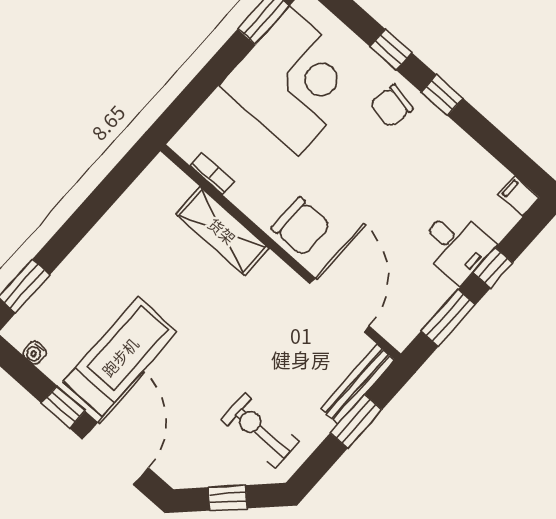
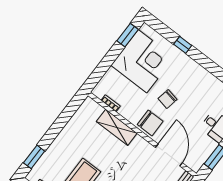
window: (442, 95) -> (206, 63), removed
chair: (391, 106) -> (168, 99), moved

